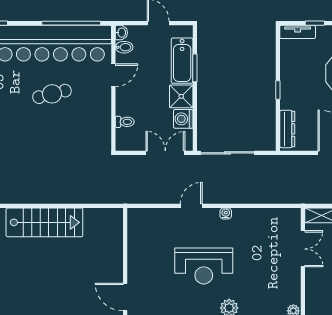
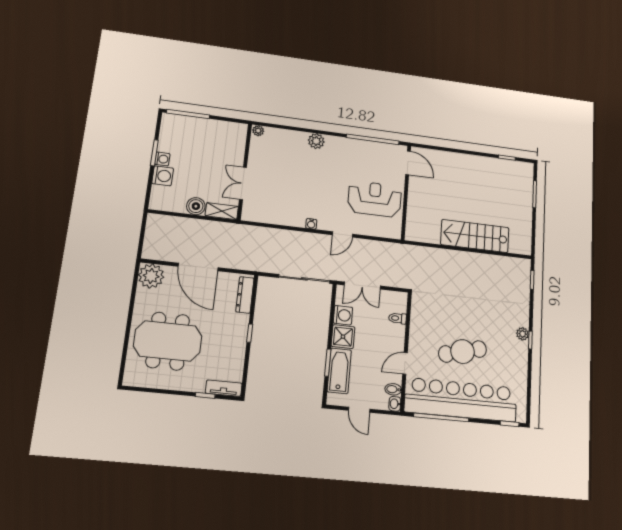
cafe table: (52, 94) -> (463, 352), width x1.37, depth x1.35
reception desk: (204, 266) -> (375, 199), moved

